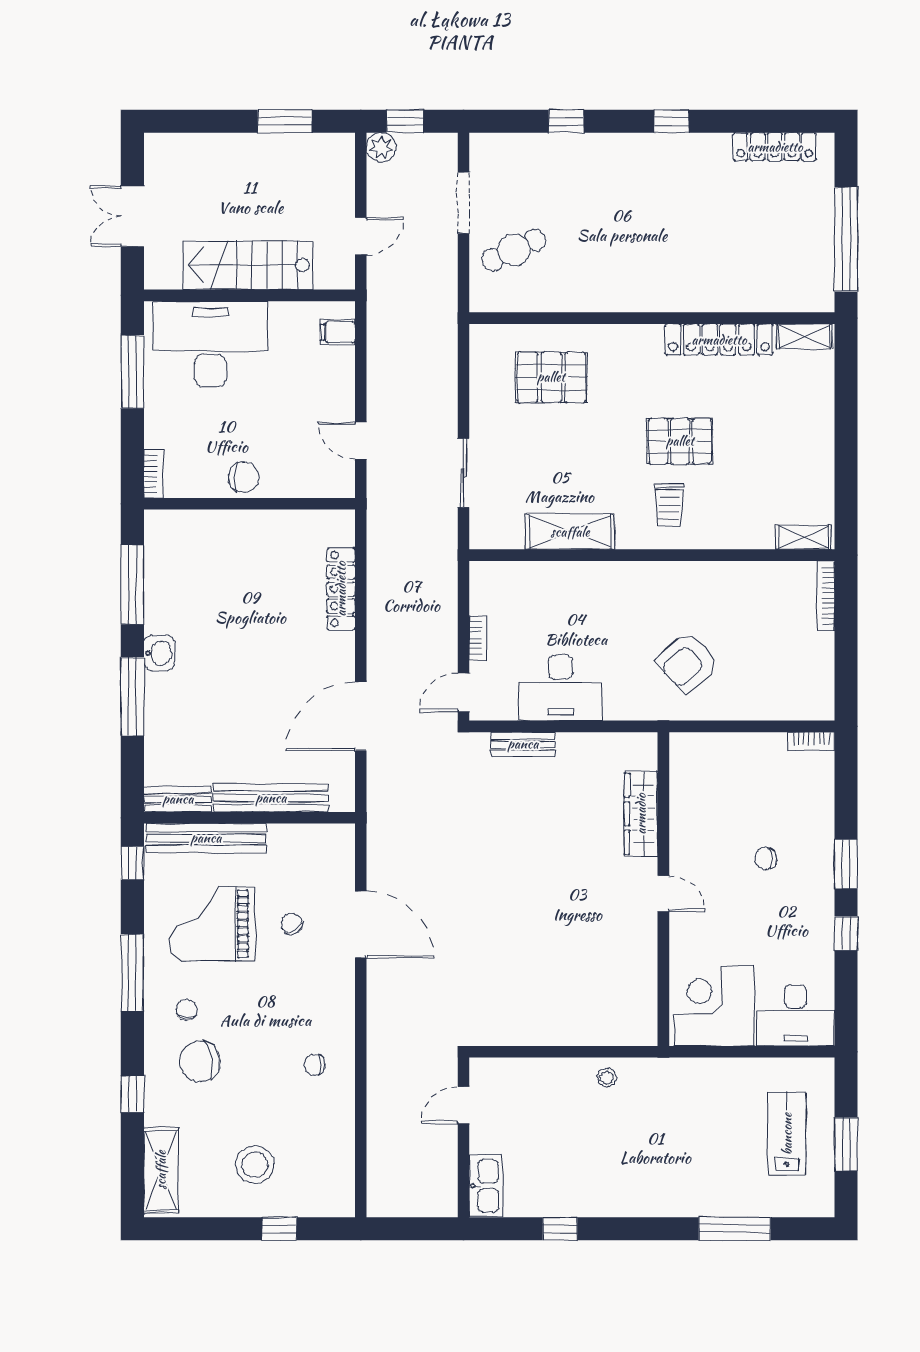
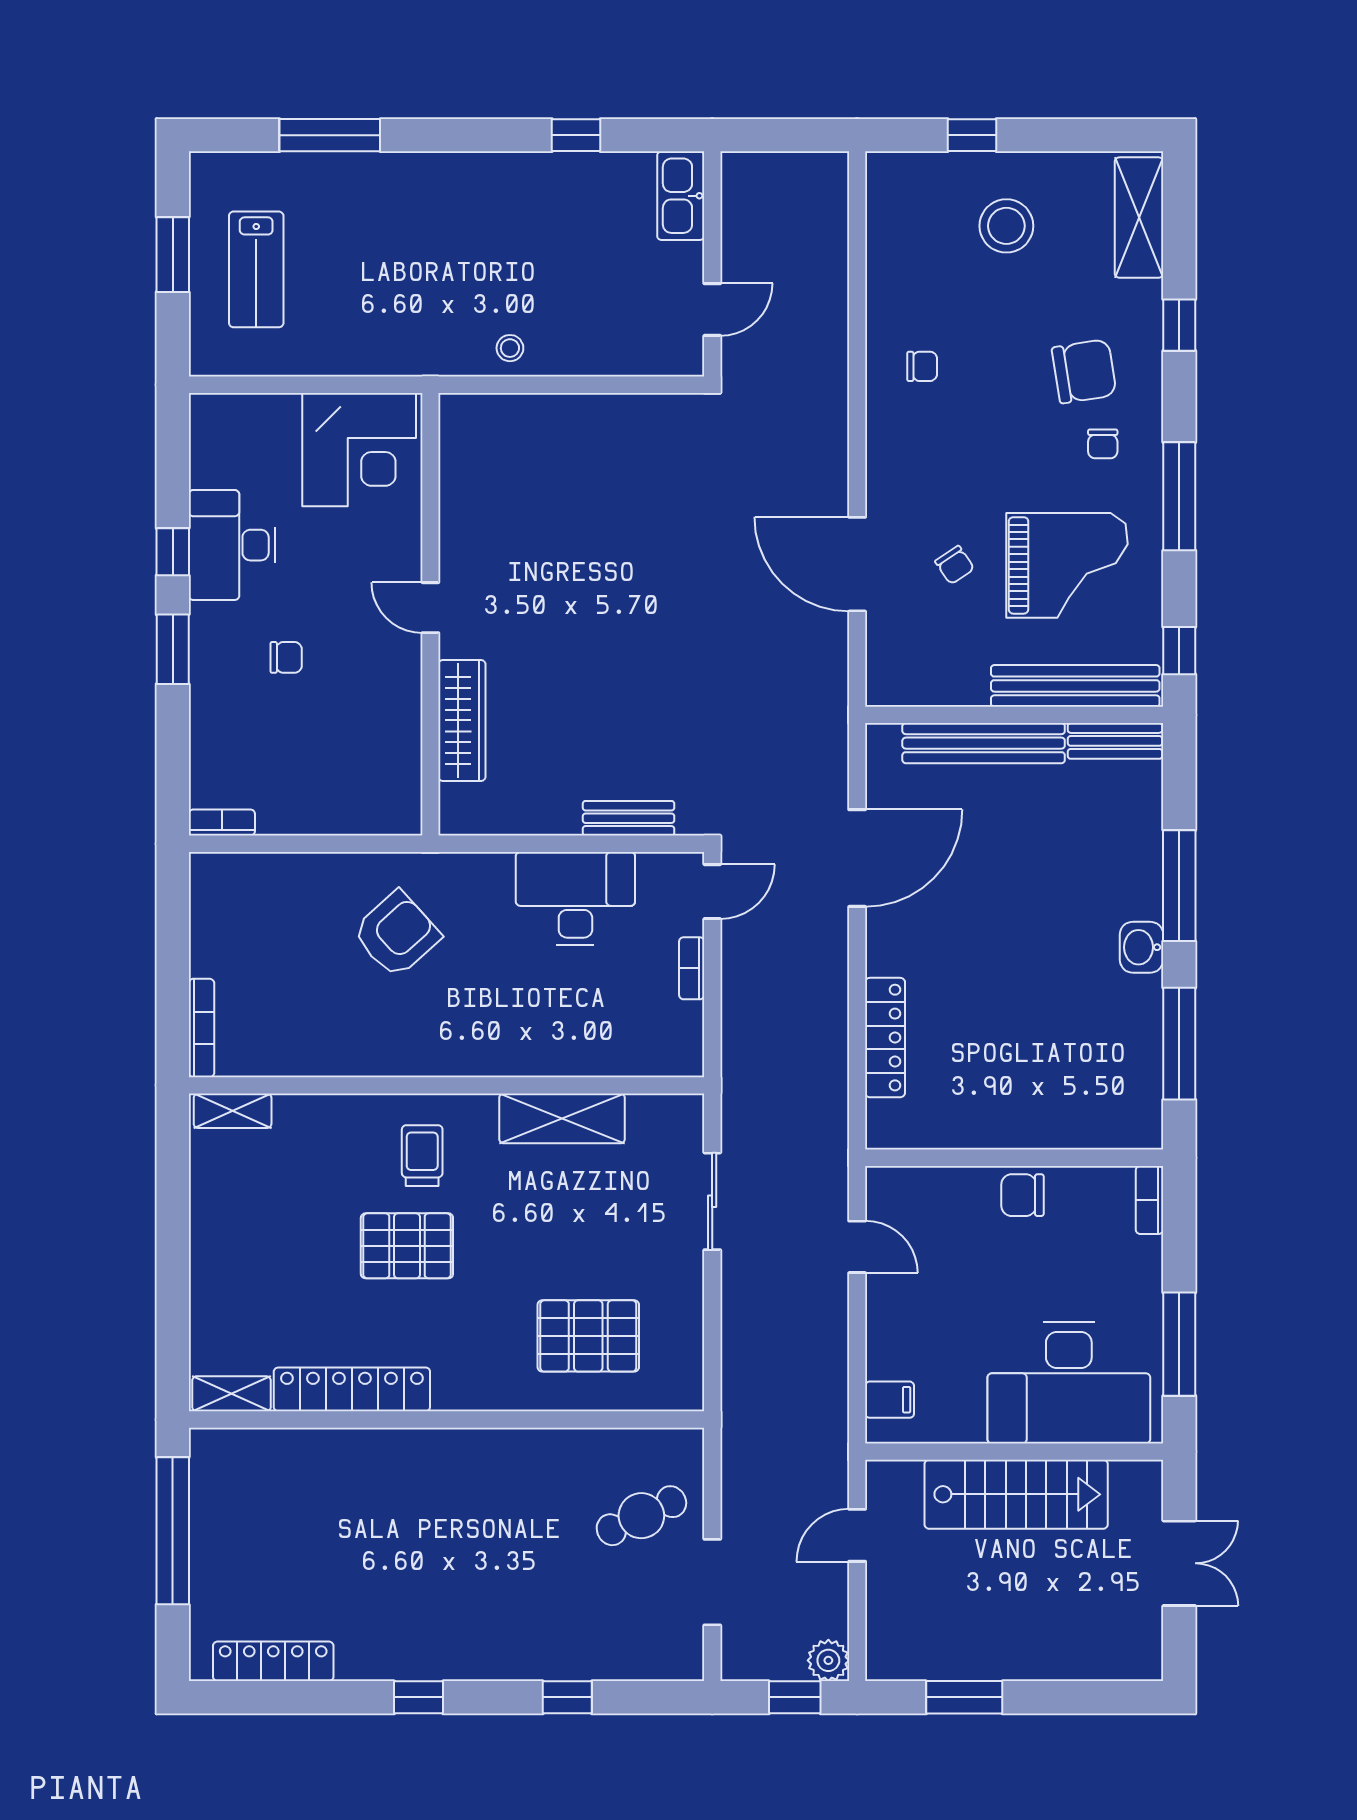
desk: (795, 1015) -> (232, 545), moved, turned -90

